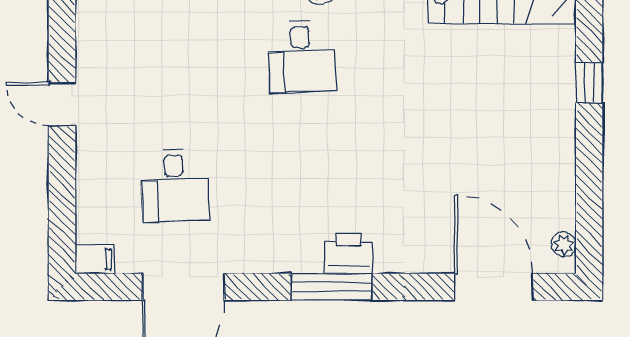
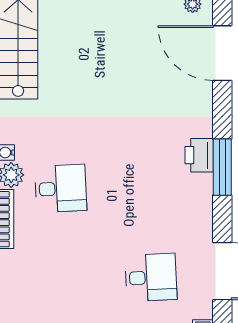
door: (494, 287) -> (222, 53), hinge flipped

